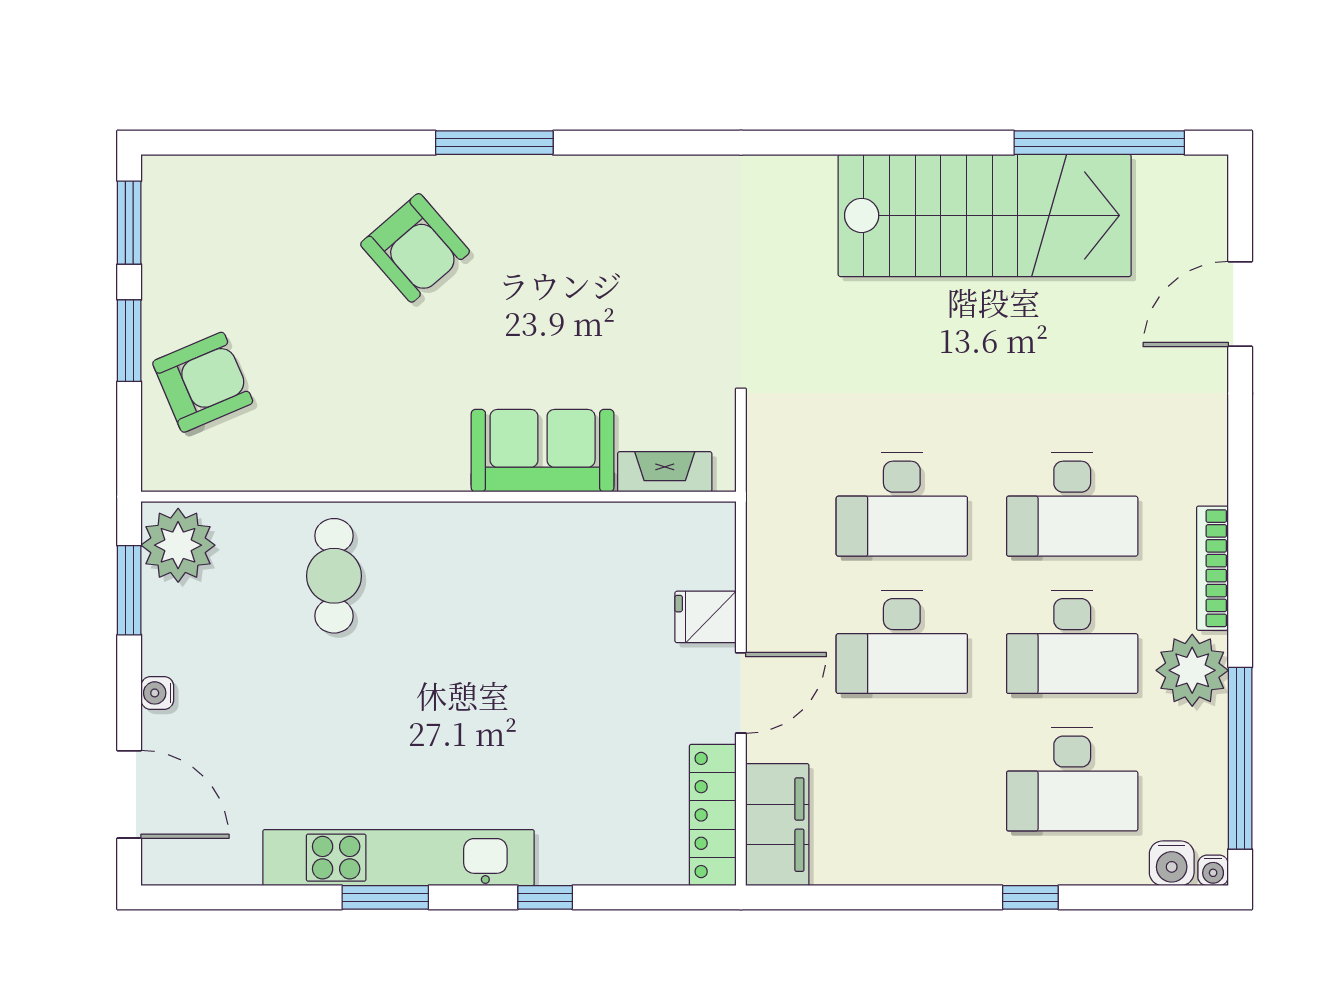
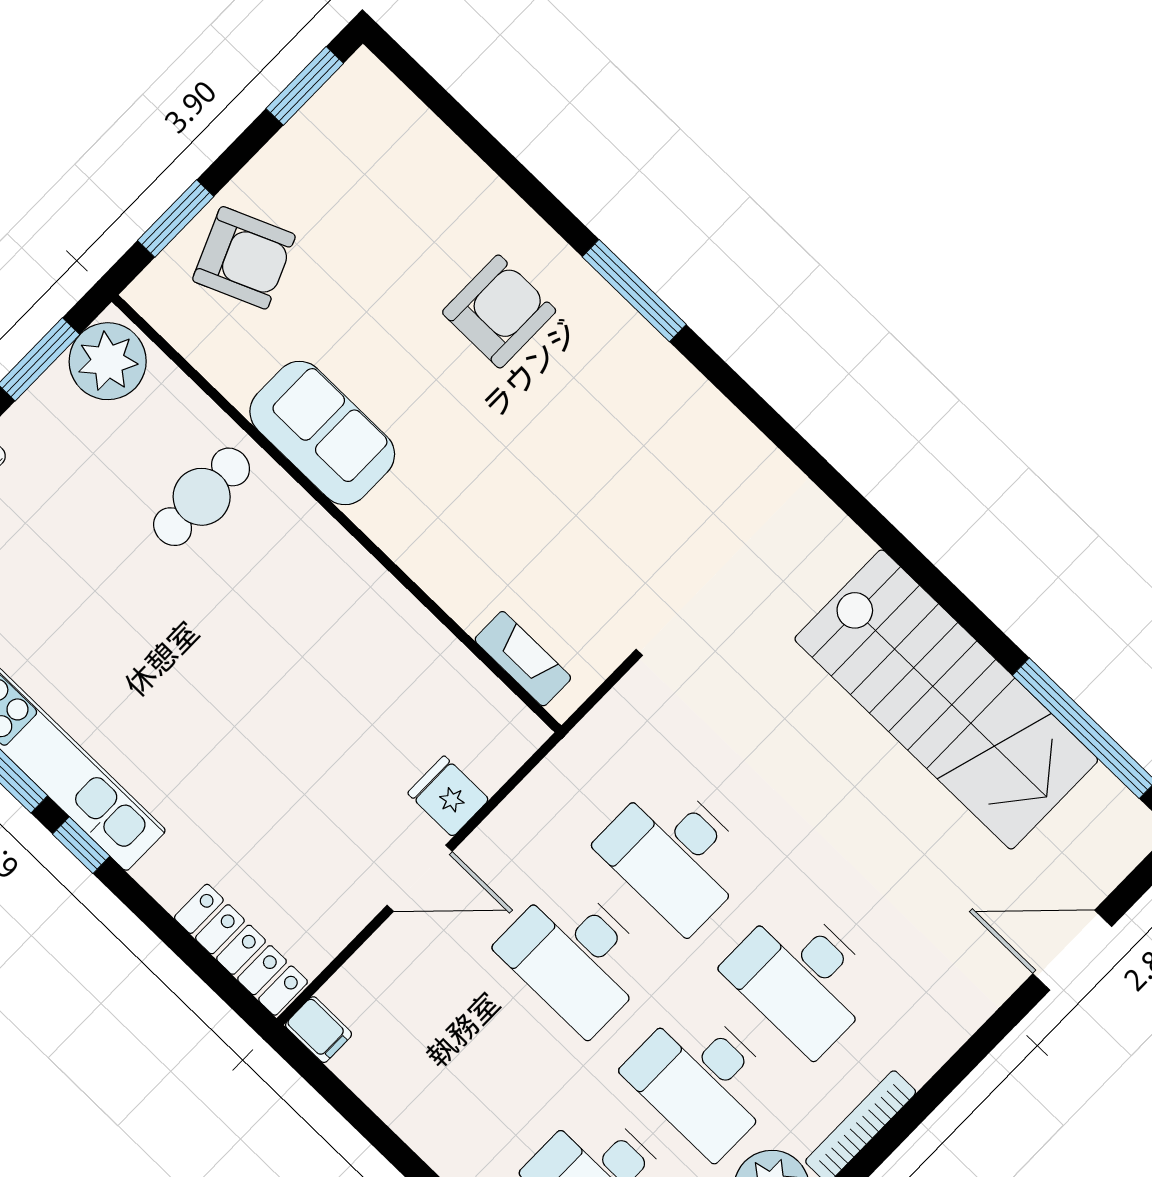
armchair: (415, 248) -> (499, 311), turned -139
window: (129, 341) -> (176, 219), moved
sofa: (543, 451) -> (322, 433), moved
locker: (713, 815) -> (241, 950), moved, turned 90
filing cabinet: (777, 825) -> (319, 1030), width x0.33, depth x0.86
window: (545, 897) -> (81, 845), moved

